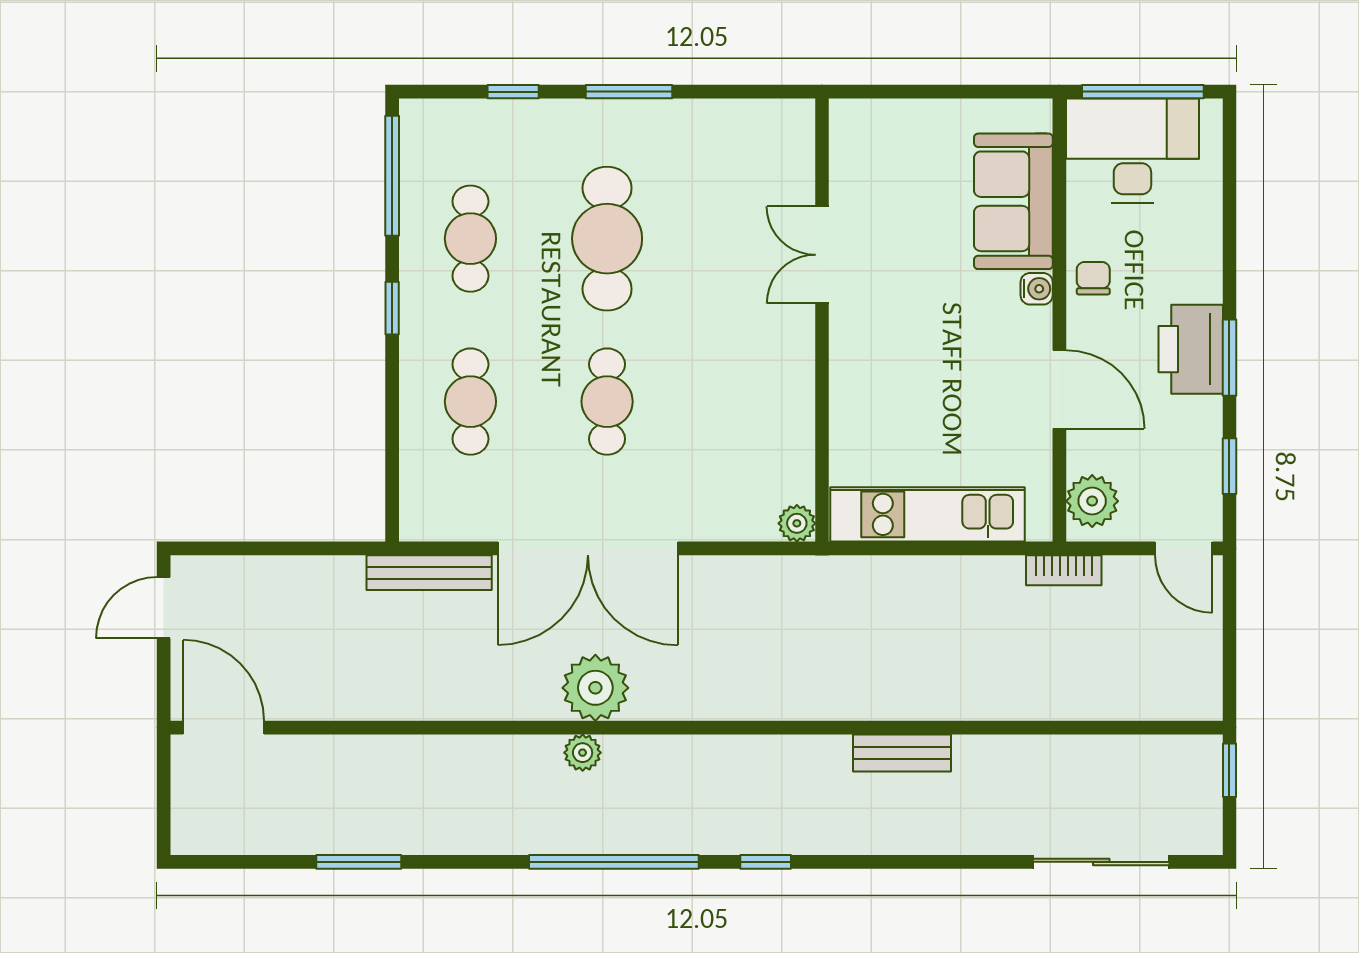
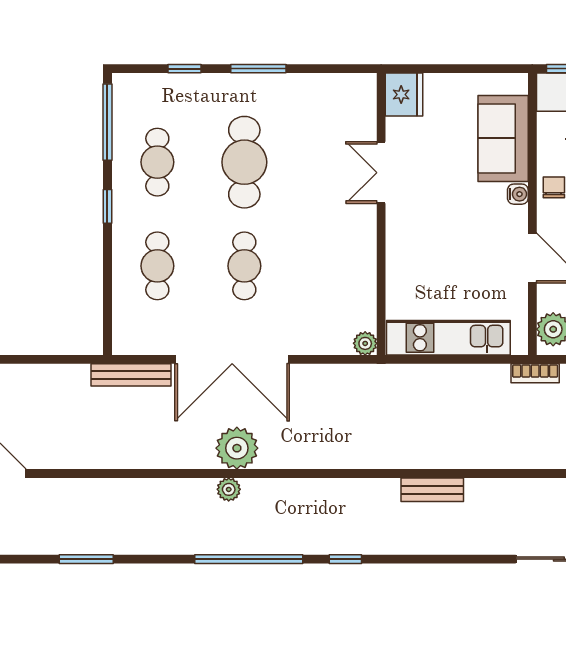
fridge: (858, 132) -> (404, 95), added

